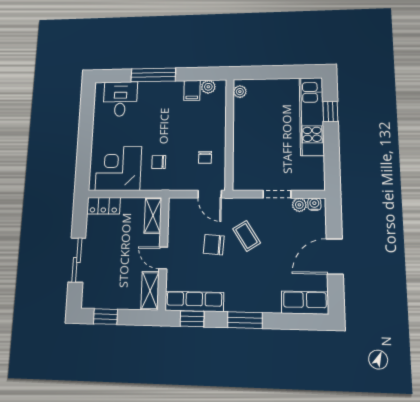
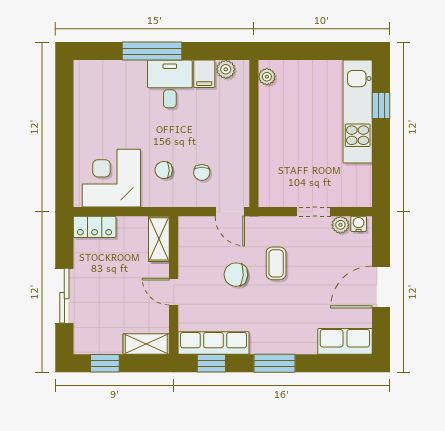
desk: (120, 99) -> (170, 84), moved
chair: (205, 157) -> (202, 172), moved
coffee table: (247, 236) -> (276, 263), turned 32
shelving: (150, 291) -> (146, 344), moved, turned 90

